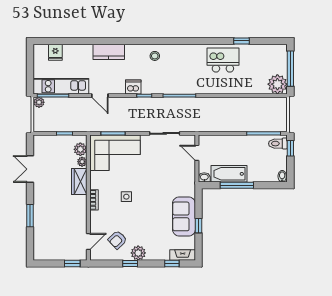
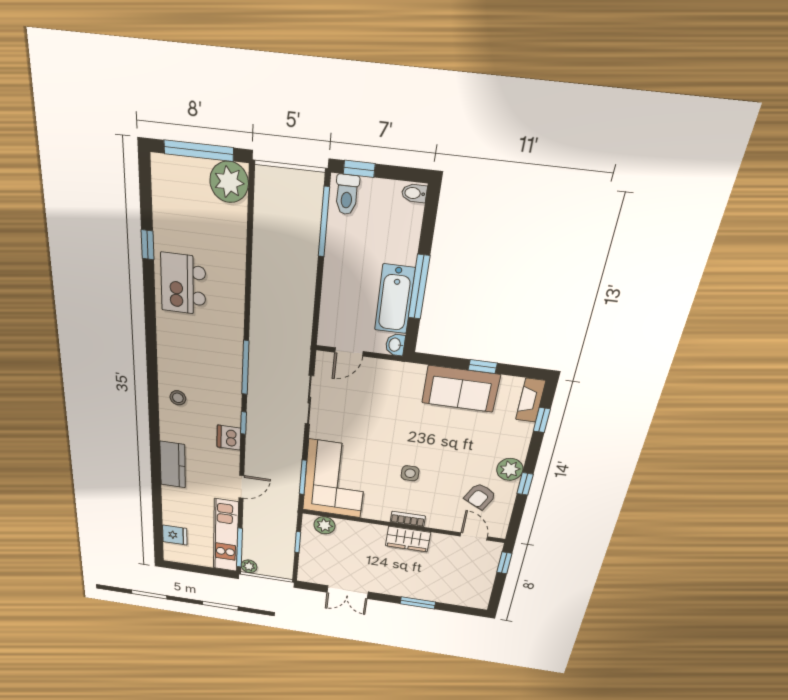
plant: (82, 162) -> (344, 526), removed
wardrobe: (79, 181) -> (408, 539), moved
armchair: (117, 240) -> (480, 496), turned 71

